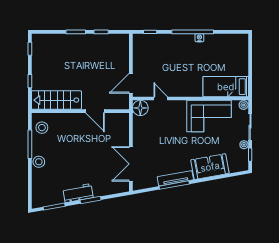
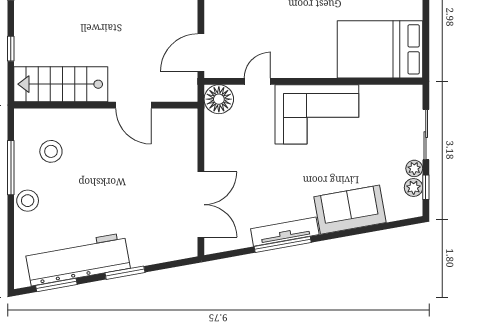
bed: (226, 87) -> (380, 49), width x1.50
door: (161, 98) -> (257, 81), hinge flipped
plant: (244, 105) -> (414, 188), moved
corner sofa: (209, 116) -> (317, 114), moved
stool: (42, 128) -> (51, 151), moved
double door: (131, 164) -> (201, 205), swing flipped
workbench: (78, 193) -> (78, 259), width x1.87, depth x1.32

